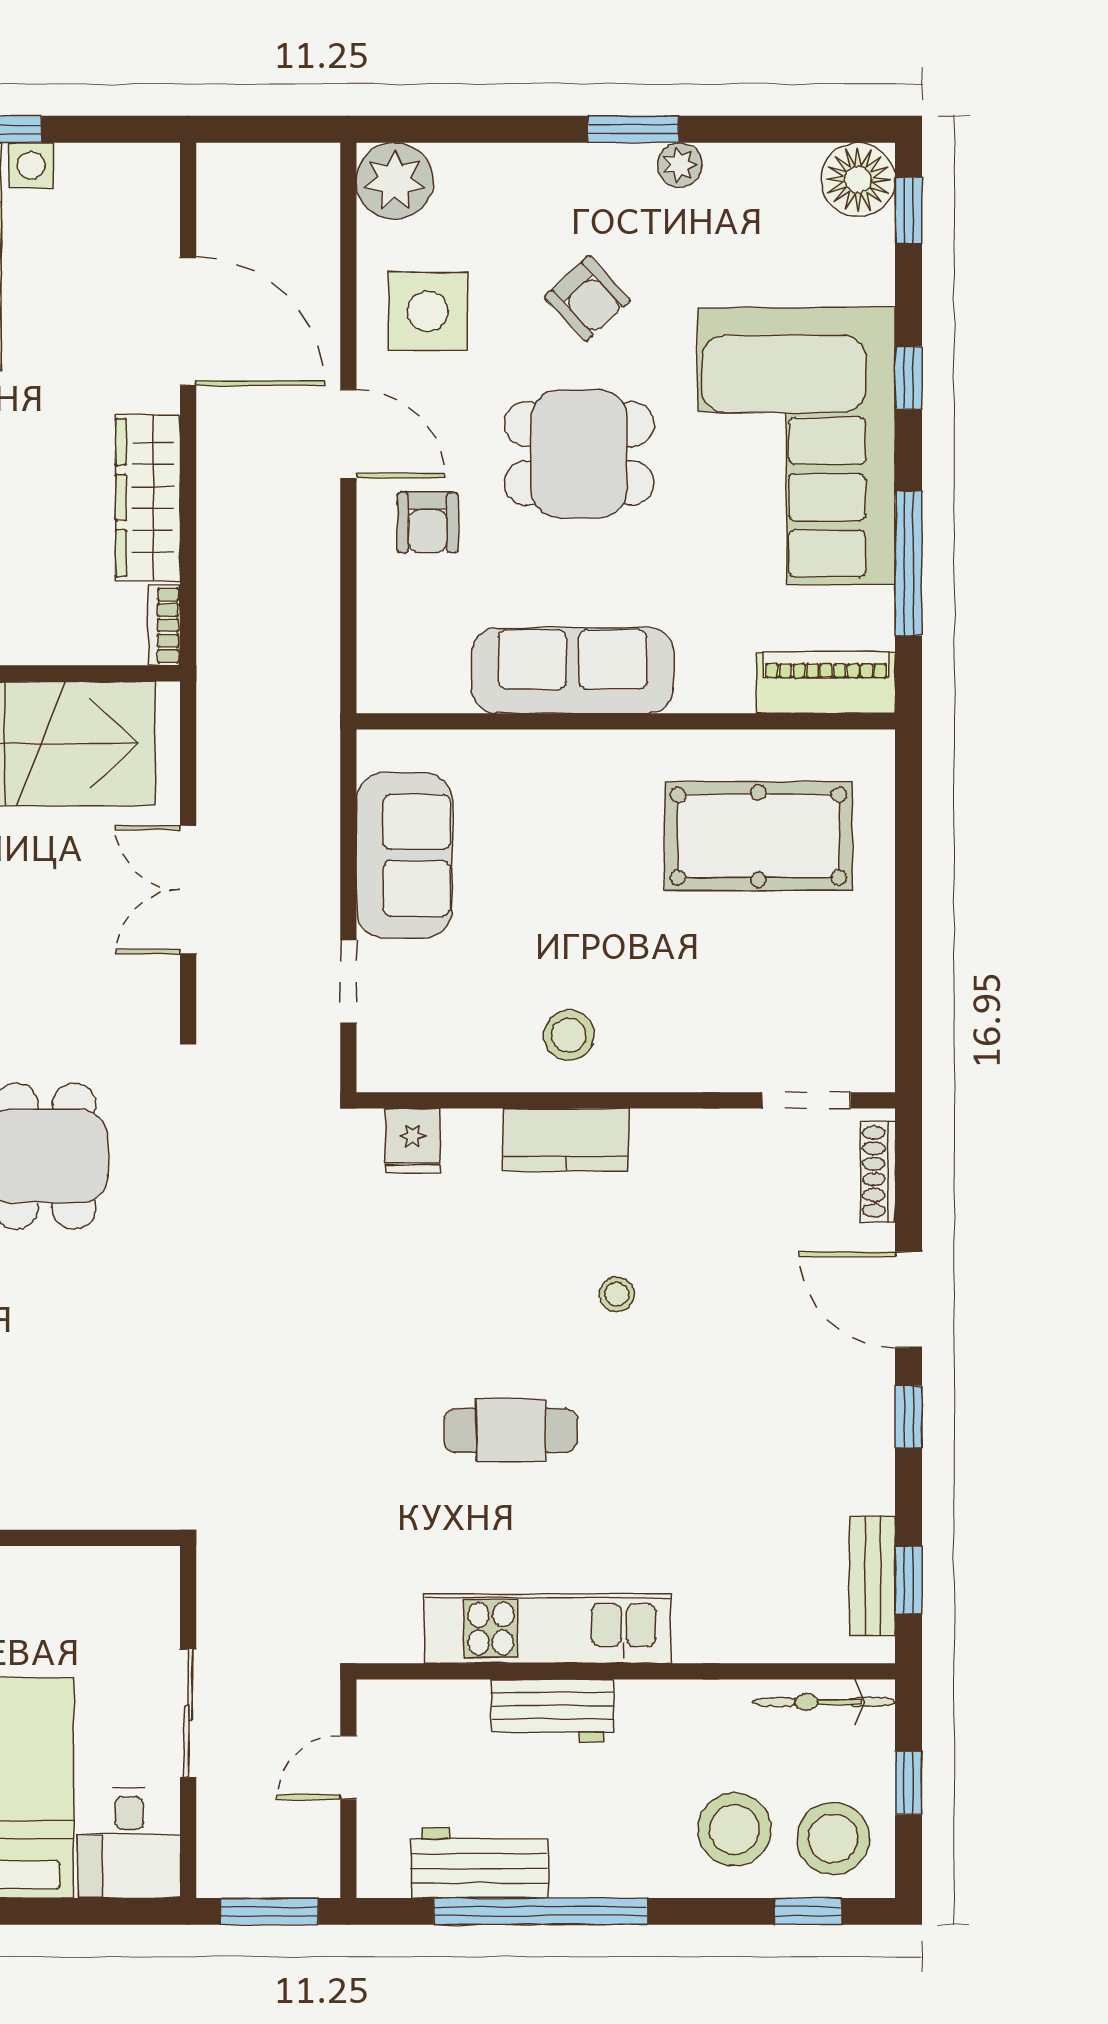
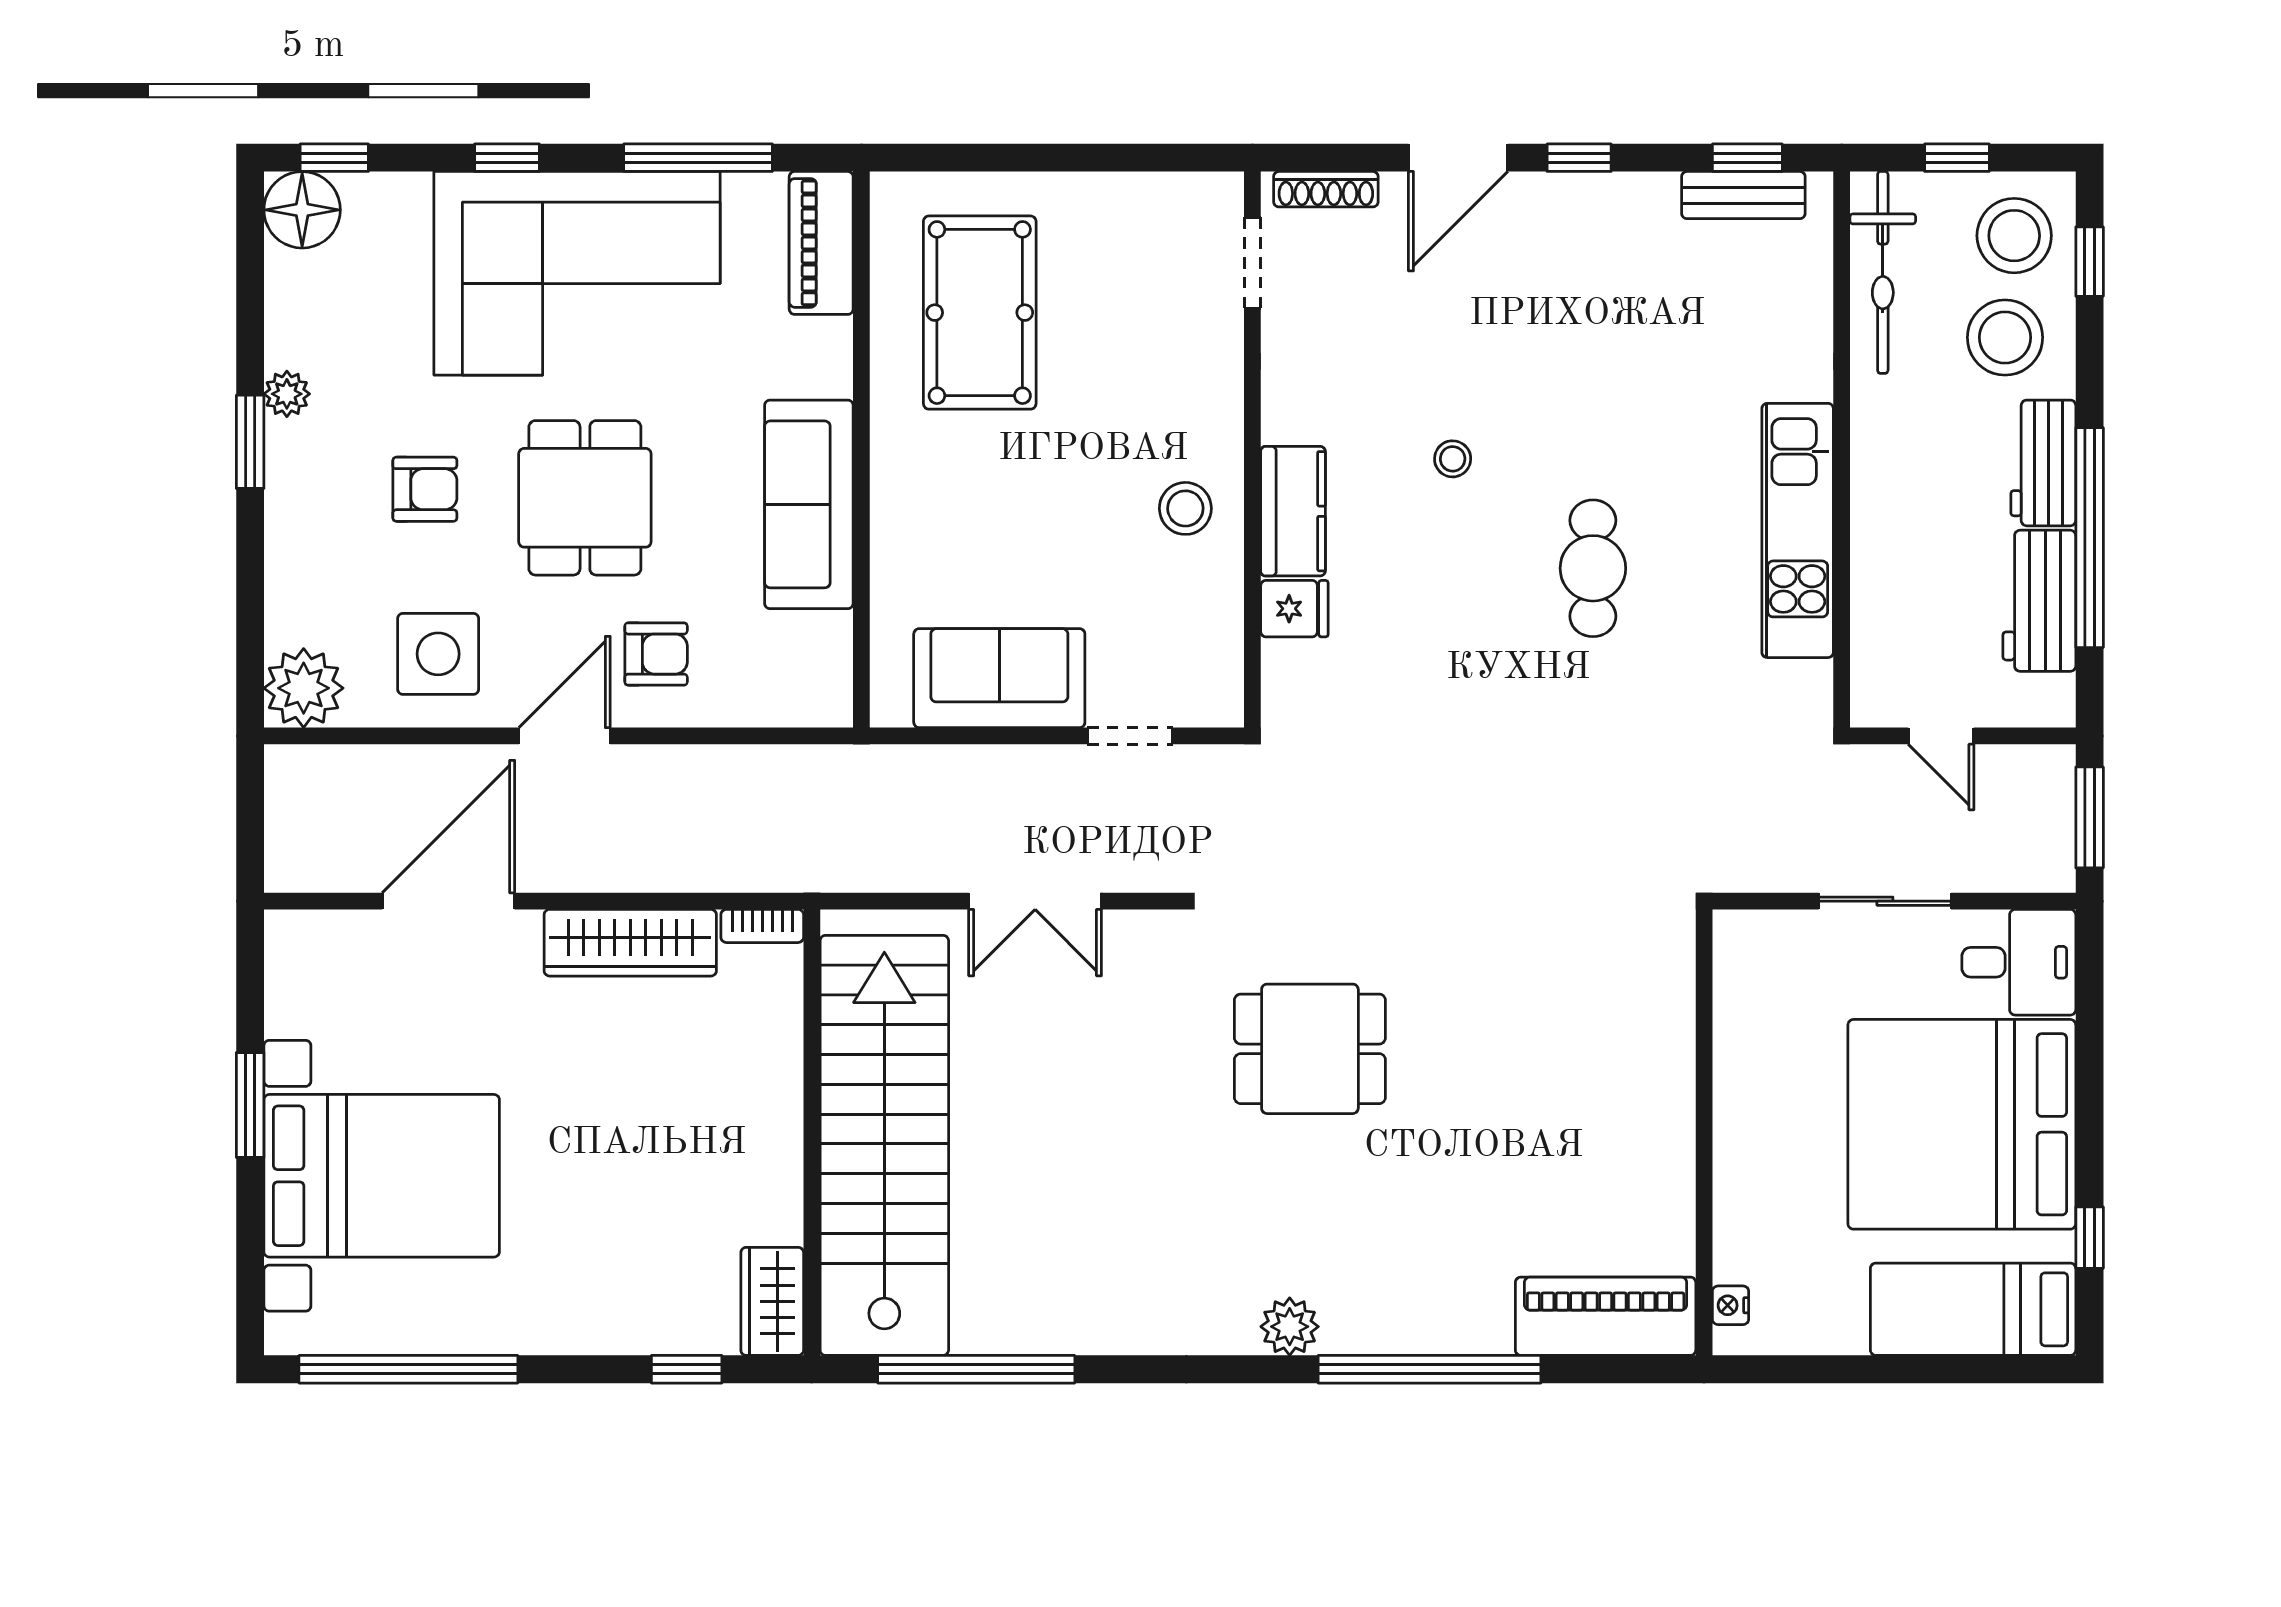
armchair: (587, 299) -> (425, 489), turned 43
fridge: (413, 1141) -> (1294, 609), moved
bicycle: (824, 1702) -> (1883, 272), width x1.37, depth x1.40
workbench: (552, 1711) -> (2043, 463), moved, turned 180

